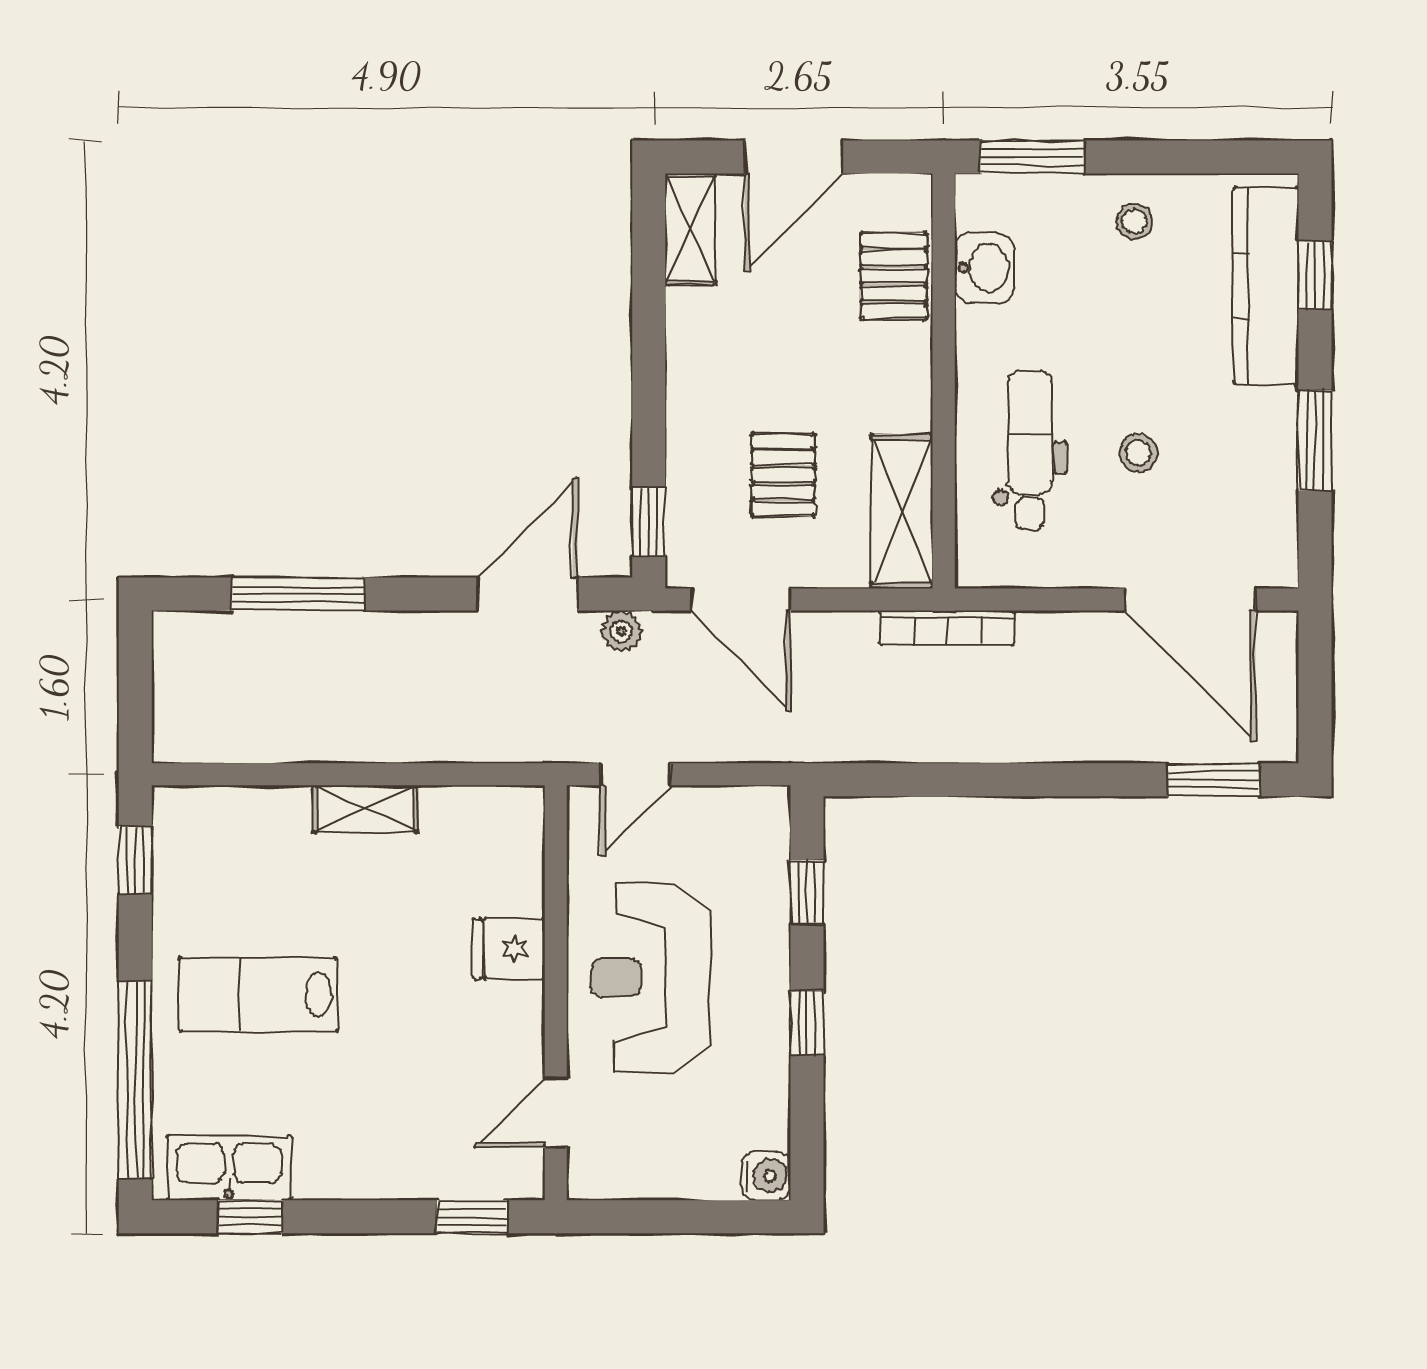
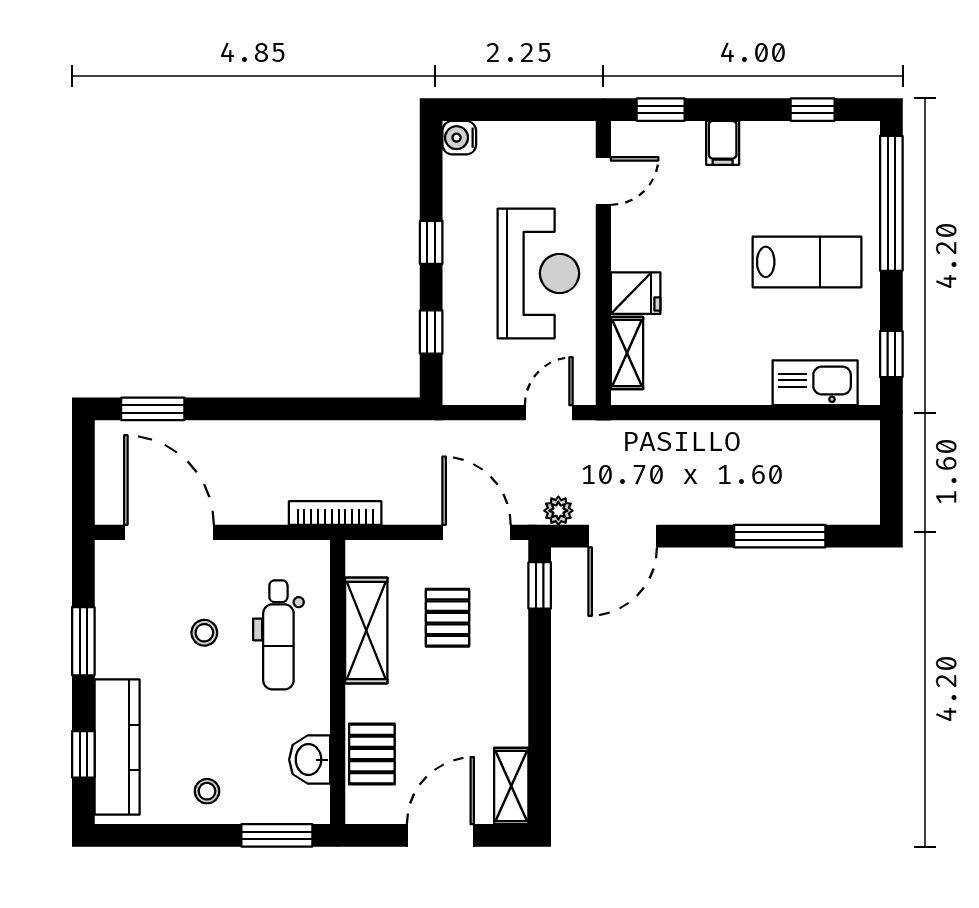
shelving: (902, 511) -> (366, 631), moved
shelving: (366, 809) -> (627, 353), moved, turned 90
kitchen sink: (229, 1168) -> (815, 383), moved, turned 180
filing cabinet: (382, 1168) -> (723, 143), added

